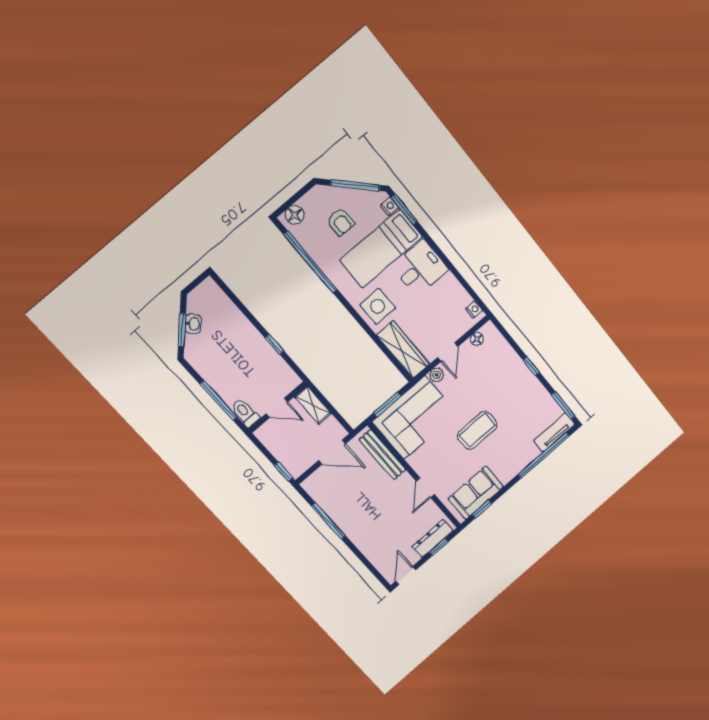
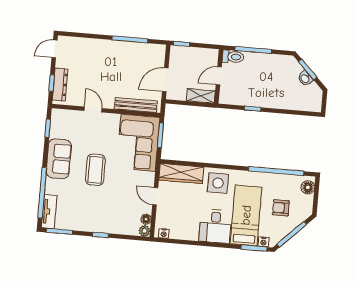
plant: (437, 375) -> (145, 231), moved
sofa: (476, 493) -> (59, 159), moved
door: (406, 576) -> (55, 49), swing flipped

